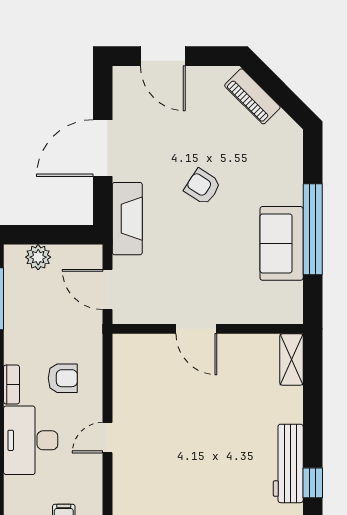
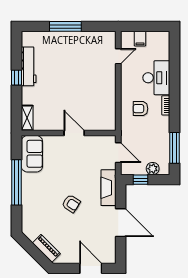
door: (103, 148) -> (121, 223), hinge flipped
window: (63, 235) -> (140, 180), added
sofa: (282, 243) -> (32, 154), moved
door: (107, 438) -> (118, 56), moved
window: (313, 483) -> (16, 78), moved

